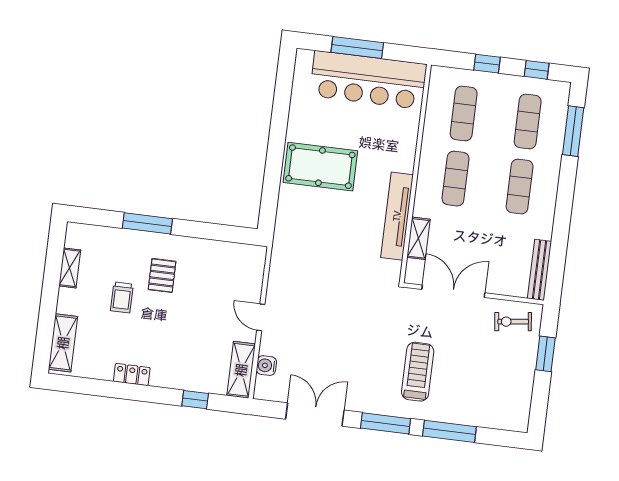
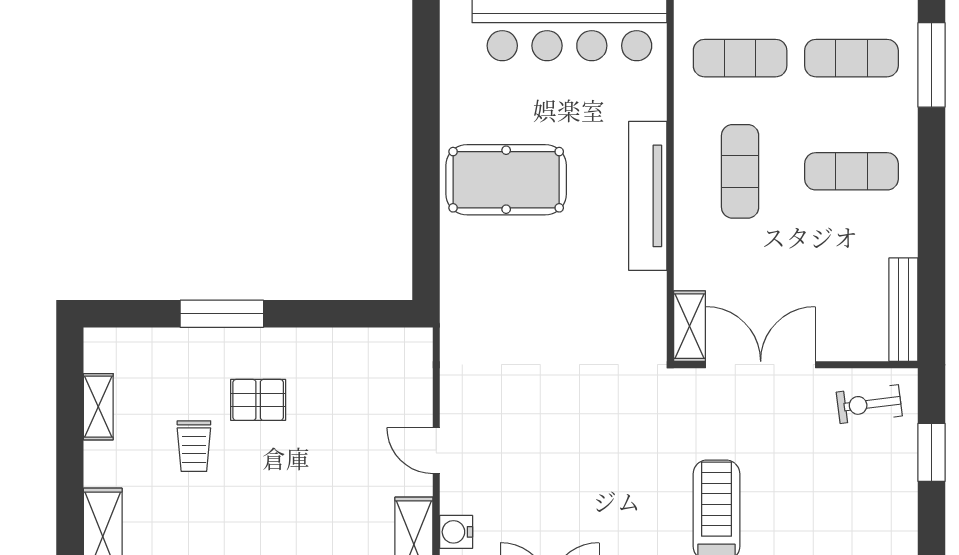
exercise mat: (464, 113) -> (740, 58), turned 90
exercise mat: (528, 121) -> (851, 58), turned 90
exercise mat: (520, 187) -> (851, 171), turned 90
tv unit: (397, 216) -> (648, 196), moved
shelving: (419, 238) -> (689, 326), moved
pallet: (162, 275) -> (258, 400), turned 90

